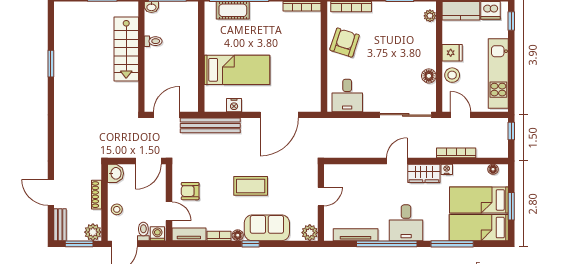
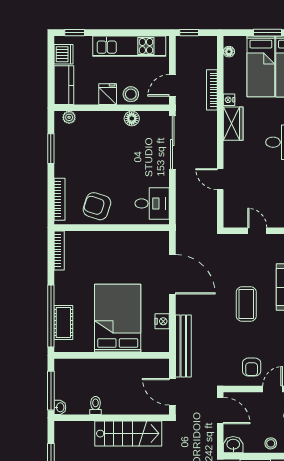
stairs: (126, 49) -> (128, 434), moved
bed: (237, 70) -> (118, 318), width x1.50
door: (397, 161) -> (220, 179), moved

